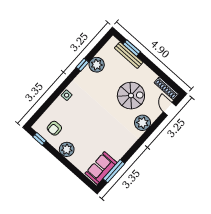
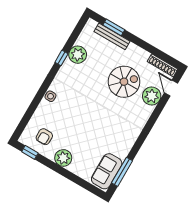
plant: (142, 123) -> (152, 96), moved

